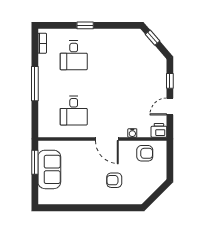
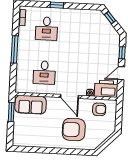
printer: (159, 130) -> (106, 89), width x1.87, depth x1.48
sofa: (49, 169) -> (31, 105), moved, turned 90
armchair: (114, 180) -> (74, 130), width x1.88, depth x1.88

